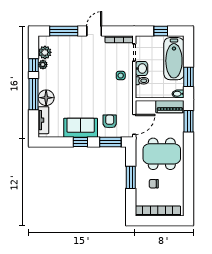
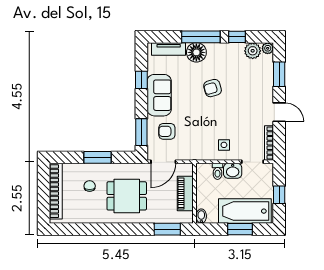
window: (64, 31) -> (279, 74), width x0.69
plant: (43, 65) -> (268, 48), moved
window: (189, 77) -> (240, 229), moved
armchair: (75, 85) -> (213, 88), added
piano: (170, 107) -> (185, 194), moved
armchair: (110, 121) -> (167, 131), turned 180
door: (134, 124) -> (163, 162), hinge flipped
window: (80, 142) -> (141, 80), moved
dining table: (162, 154) -> (127, 196), width x0.73

